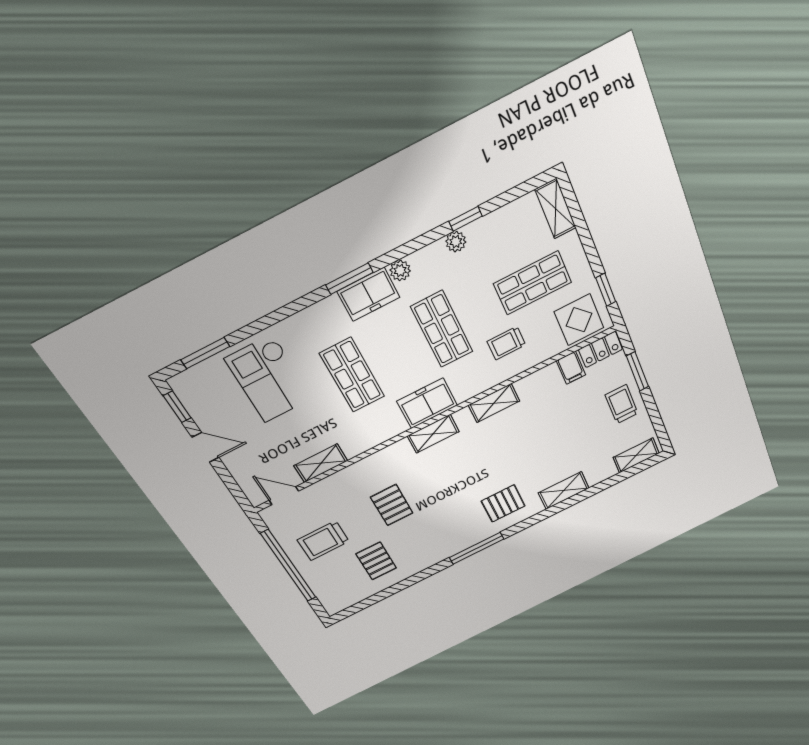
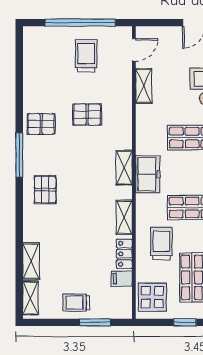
window: (606, 290) -> (185, 322), moved
trolley: (506, 343) -> (161, 244), width x1.36, depth x1.39
locker: (600, 349) -> (124, 254), moved
trolley: (622, 404) -> (76, 303), turned 180
shelving: (564, 491) -> (31, 261), moved
pallet: (376, 561) -> (41, 124), moved

